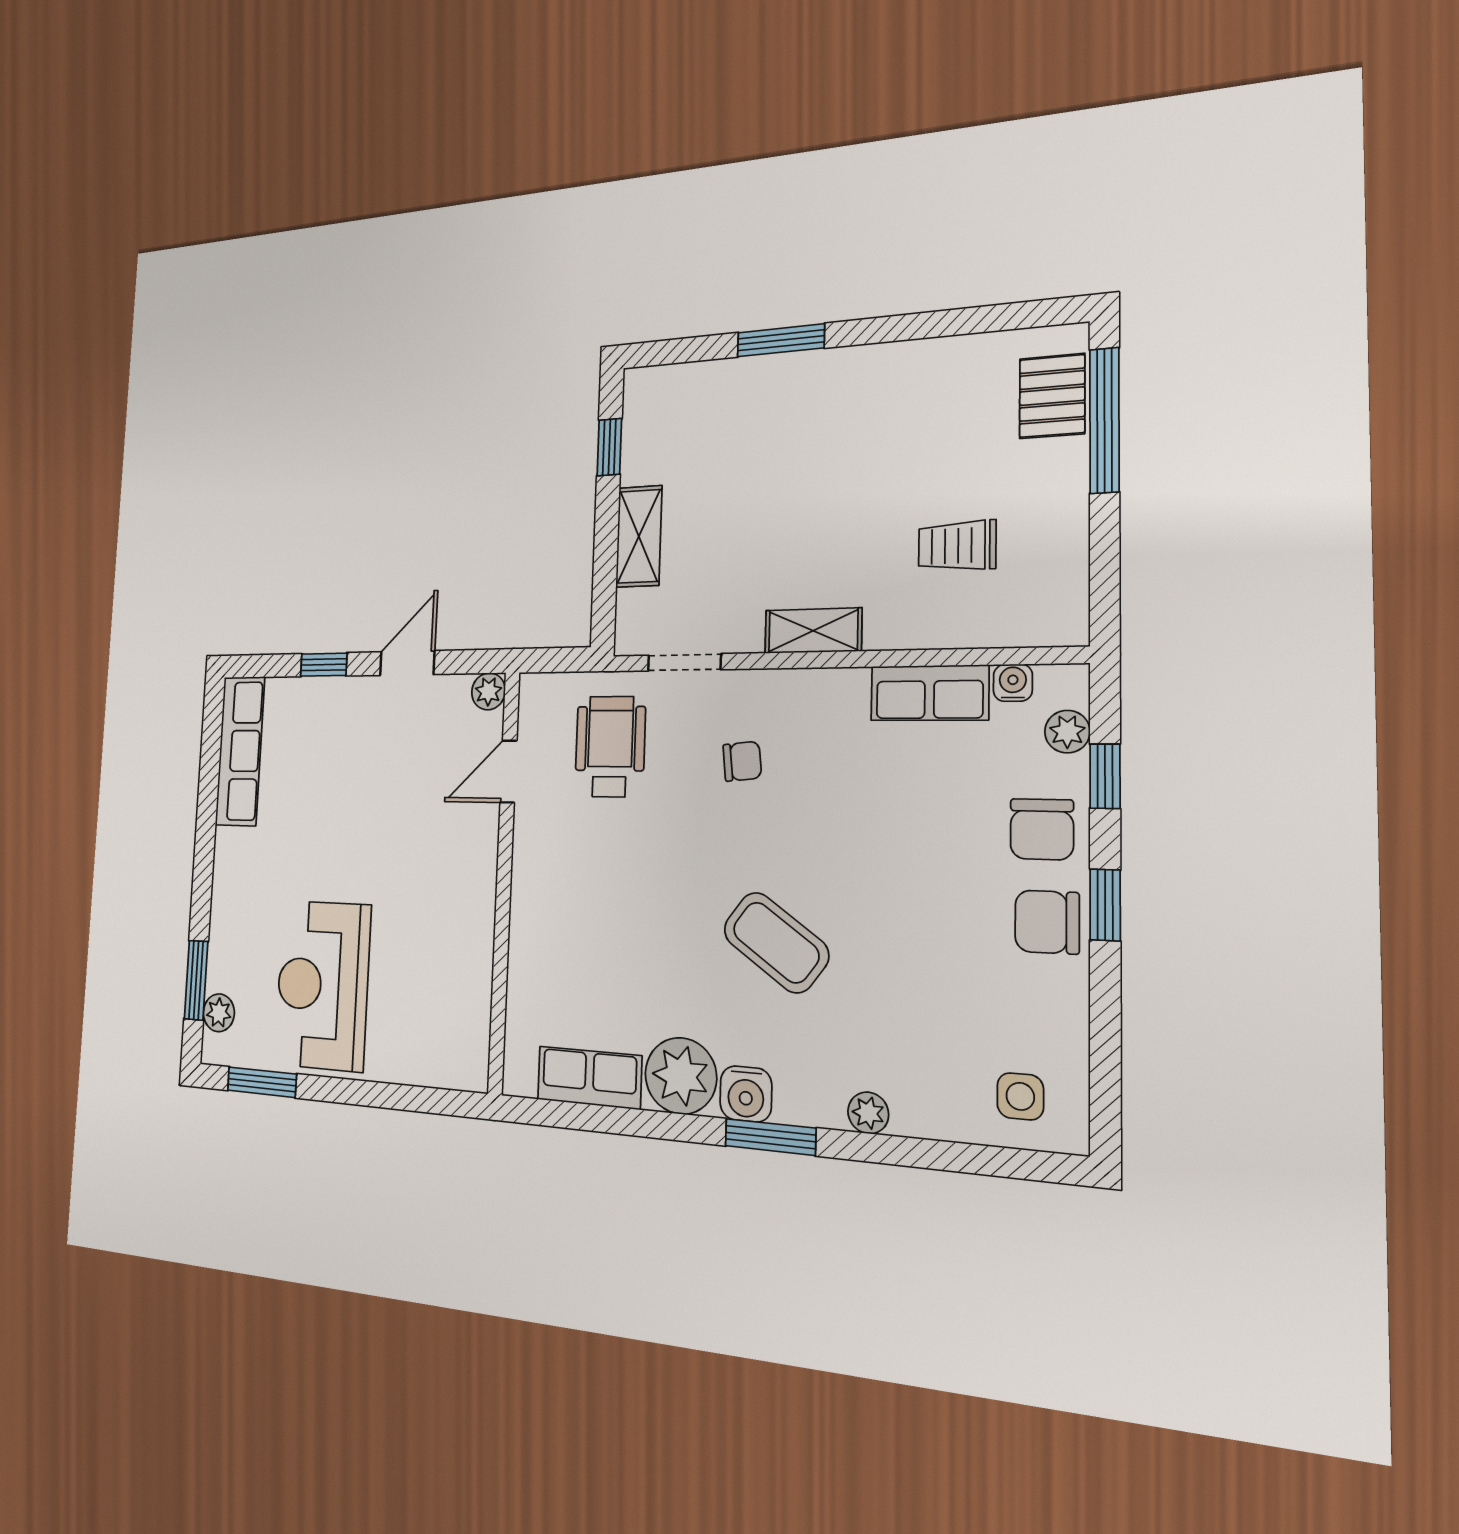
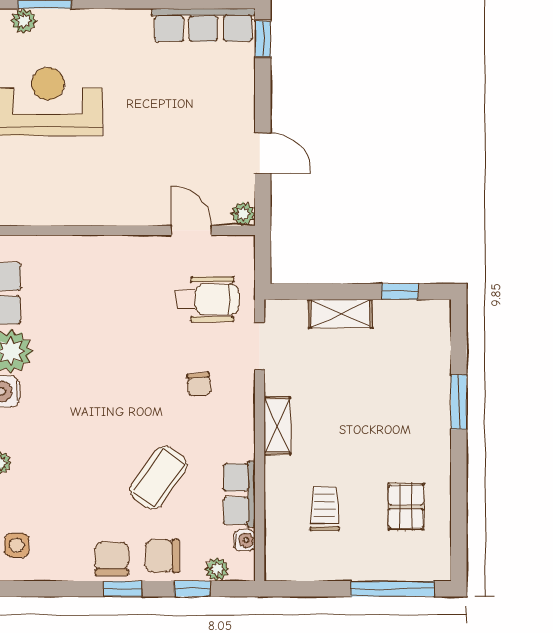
pallet: (1052, 396) -> (406, 507), moved, turned 90
window: (324, 665) -> (263, 39), moved
coffee table: (776, 942) -> (159, 478), moved

